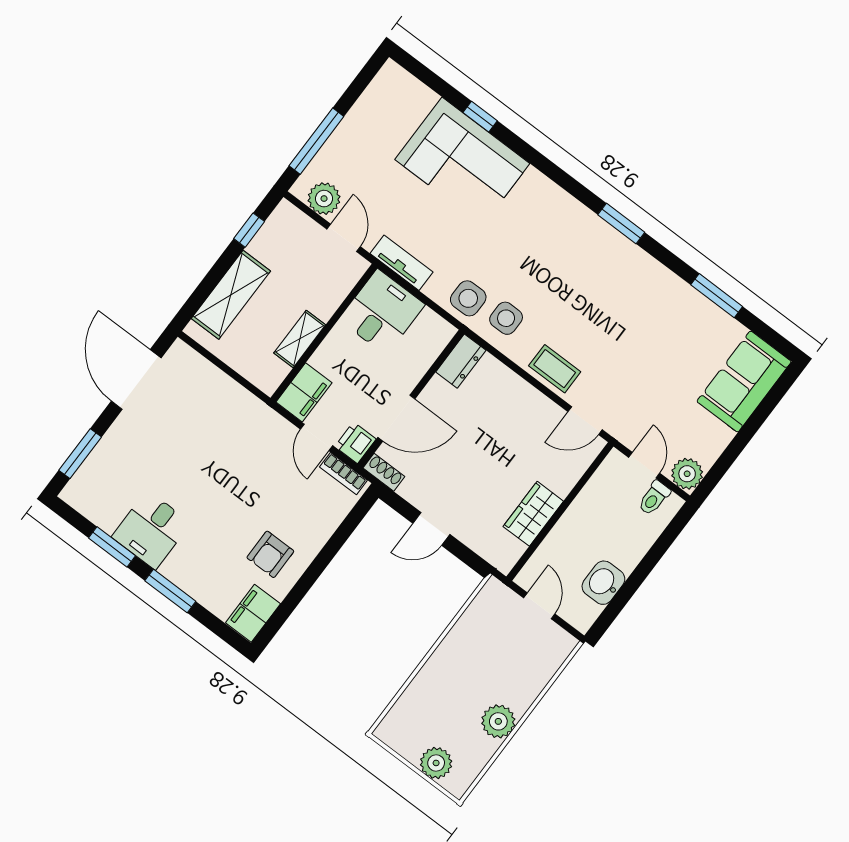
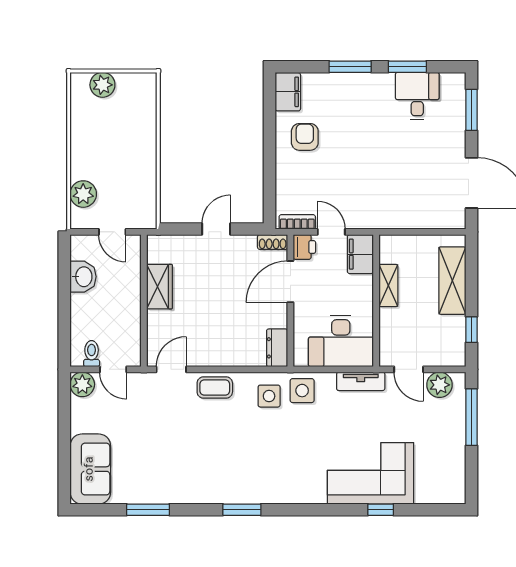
desk: (382, 312) -> (341, 341), width x1.37
desk: (151, 530) -> (417, 96), moved
plant: (498, 721) -> (83, 194), moved

